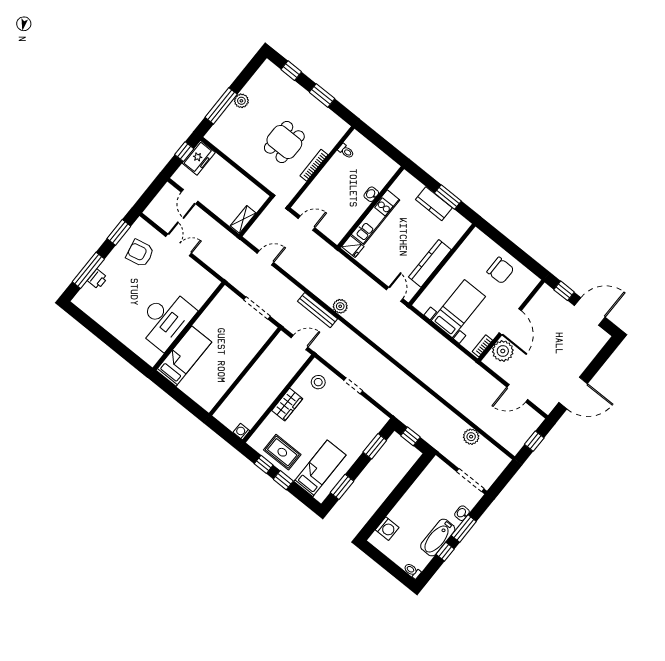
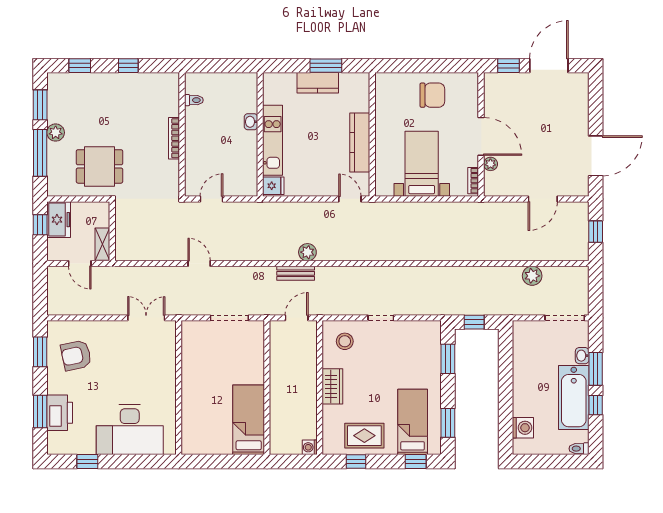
window: (246, 75) -> (40, 105), added
window: (322, 95) -> (128, 66), width x0.67
dining table: (284, 142) -> (100, 166), moved, turned 90
wall: (256, 216) -> (112, 231), moved
shelving: (243, 219) -> (102, 244), moved
double door: (179, 245) -> (146, 318), moved
door: (265, 258) -> (199, 264), hinge flipped
window: (88, 270) -> (40, 411), width x0.69
printer: (97, 279) -> (60, 413), width x1.87, depth x1.48
bench: (318, 310) -> (296, 273), width x0.73
desk: (165, 319) -> (130, 430), moved, turned 90
window: (93, 326) -> (87, 461), added
plant: (503, 351) -> (490, 164), width x0.53, depth x0.53
bed: (184, 356) -> (249, 420), moved
window: (283, 480) -> (416, 461), moved
bathtub: (438, 538) -> (574, 397), width x1.36, depth x1.36

